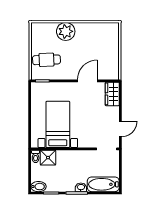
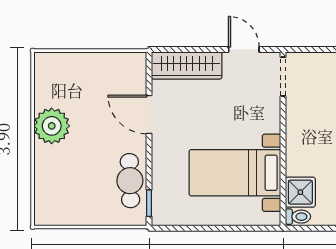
plant: (66, 31) -> (52, 126), moved
cafe table: (46, 60) -> (130, 181), moved
wardrobe: (112, 94) -> (187, 65), width x1.50

